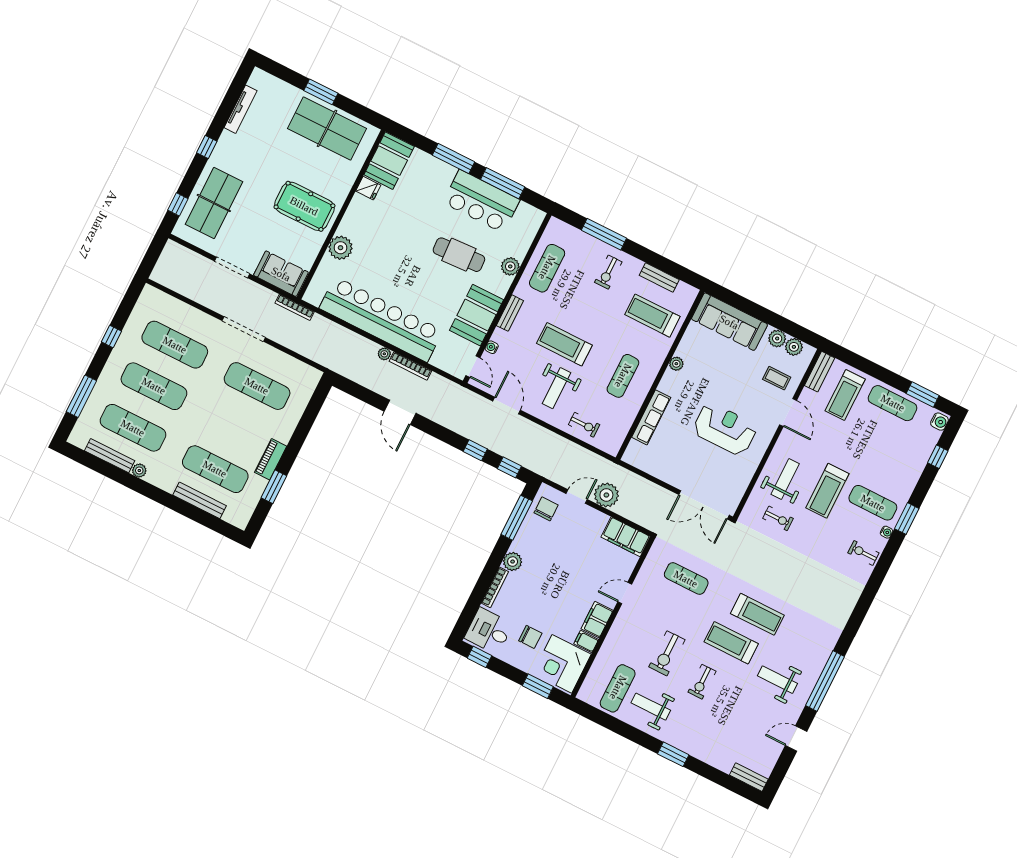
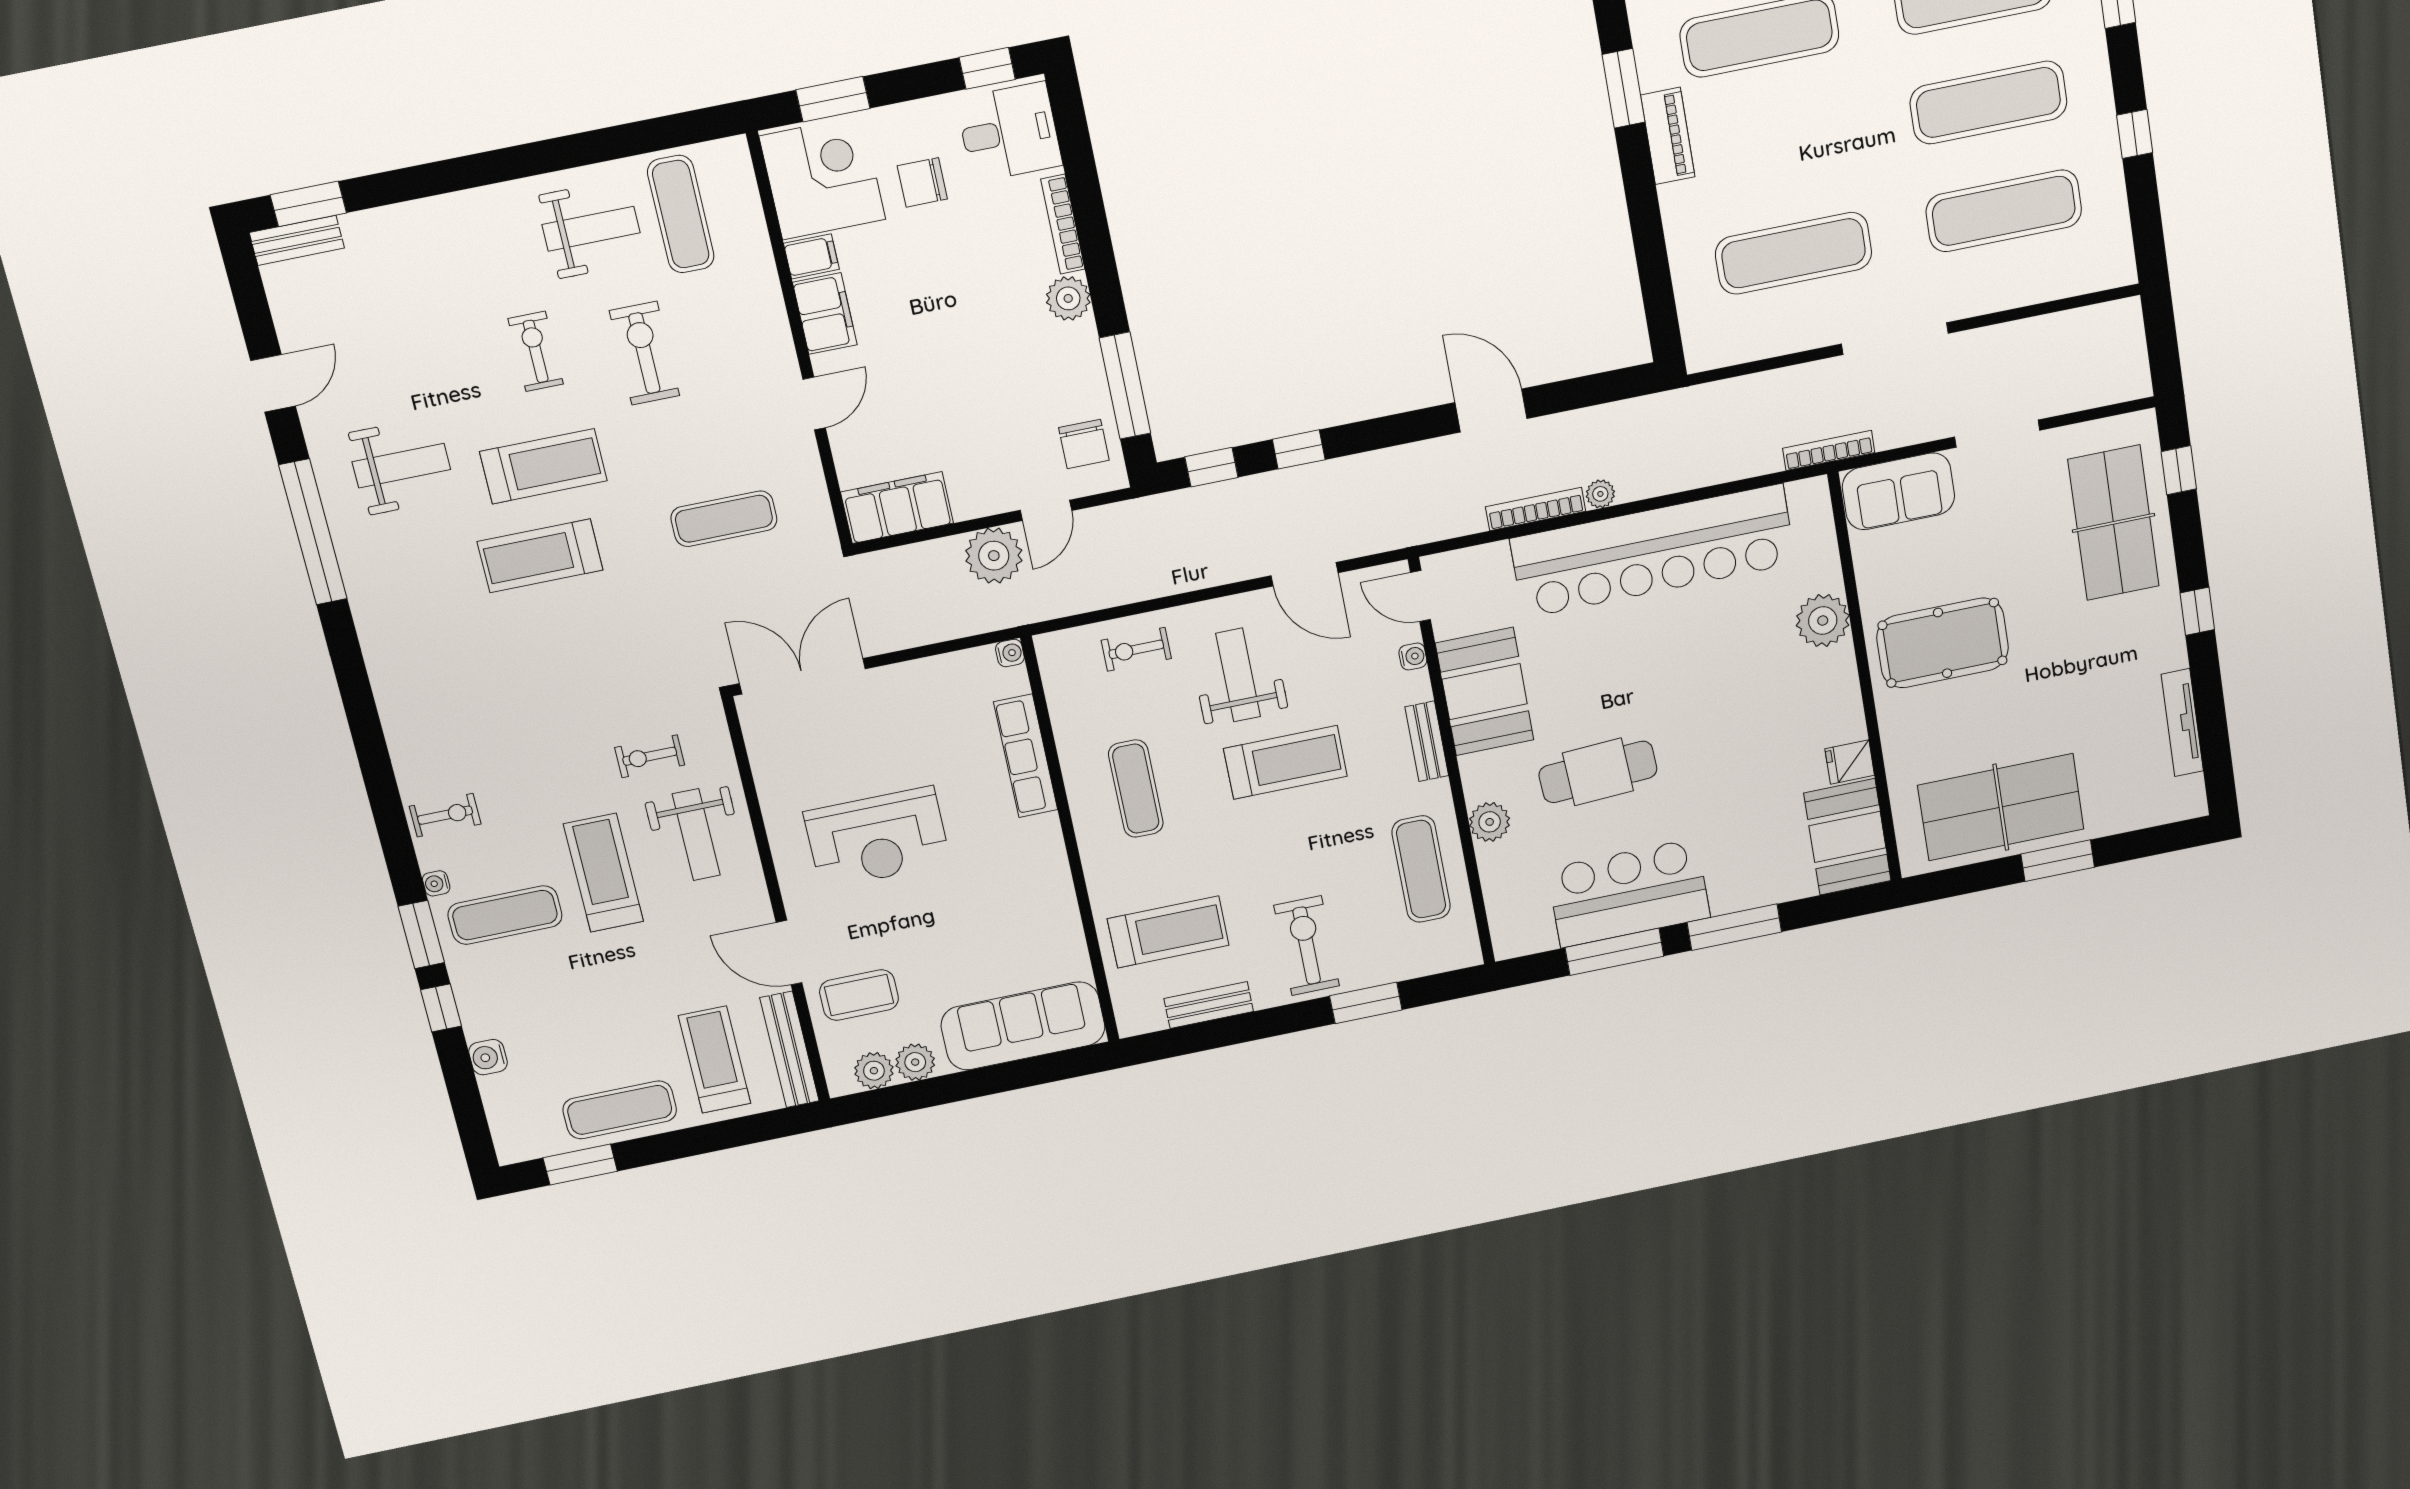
window: (604, 234) -> (1366, 1003), width x0.69
exercise bike: (608, 272) -> (1307, 946), width x1.38, depth x1.39
plant: (676, 364) -> (1058, 883), removed
bench: (820, 372) -> (789, 1049), width x1.36
coffee table: (777, 378) -> (859, 995), width x1.36, depth x1.30
water cooler: (939, 422) -> (488, 1057), moved
water cooler: (628, 457) -> (1010, 653), added
window: (938, 457) -> (441, 1008), moved
window: (673, 754) -> (308, 204), moved

